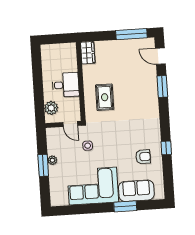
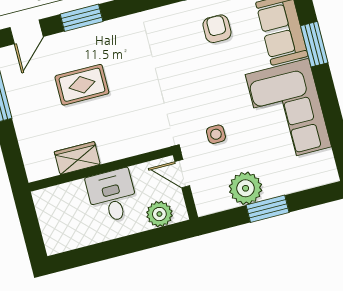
wardrobe: (88, 53) -> (77, 158), moved
rug: (105, 97) -> (82, 85), moved
door: (70, 124) -> (182, 174), swing flipped
plant: (52, 160) -> (246, 188), width x1.88, depth x1.88

